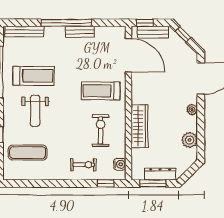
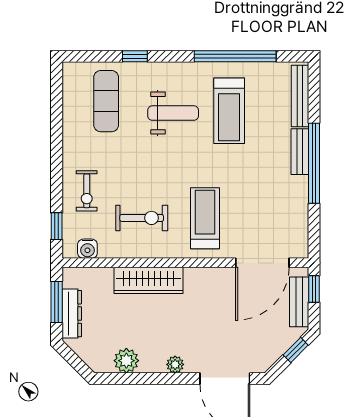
bench: (80, 32) -> (300, 152), moved
weight bench: (35, 111) -> (173, 113), turned 180

